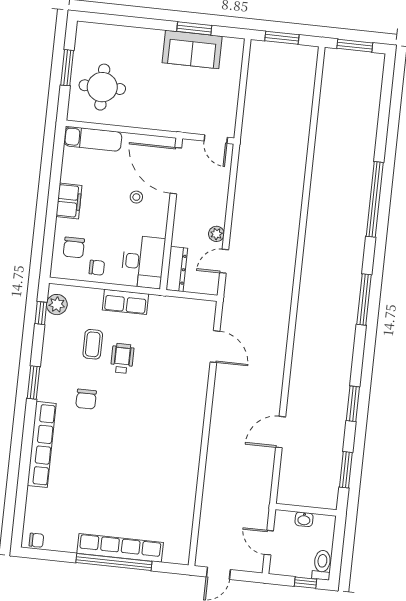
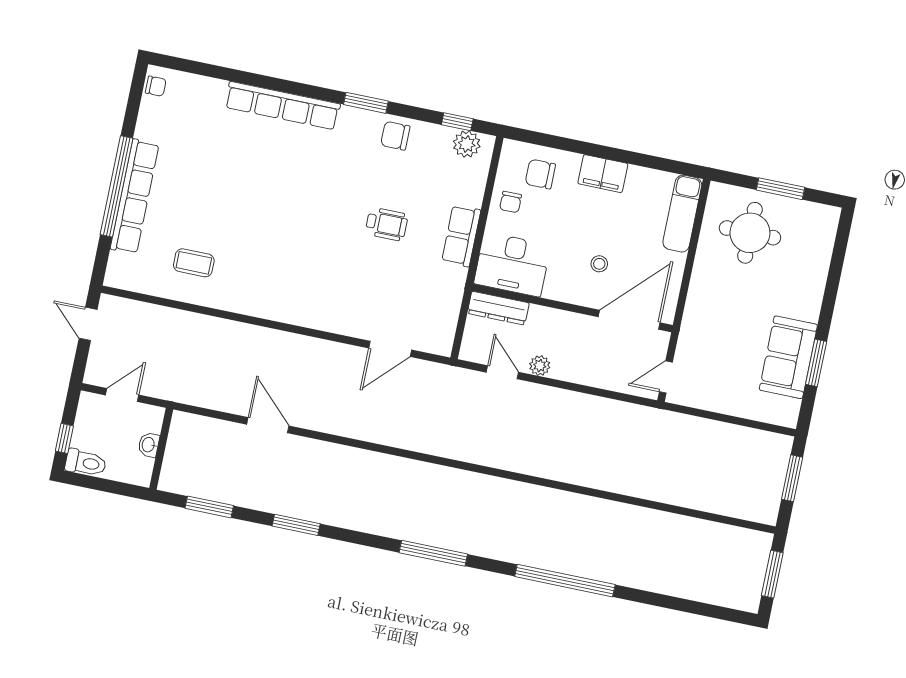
coffee table: (93, 344) -> (194, 263), moved
chair: (86, 399) -> (395, 136), moved
chair: (36, 540) -> (156, 86), turned -90

